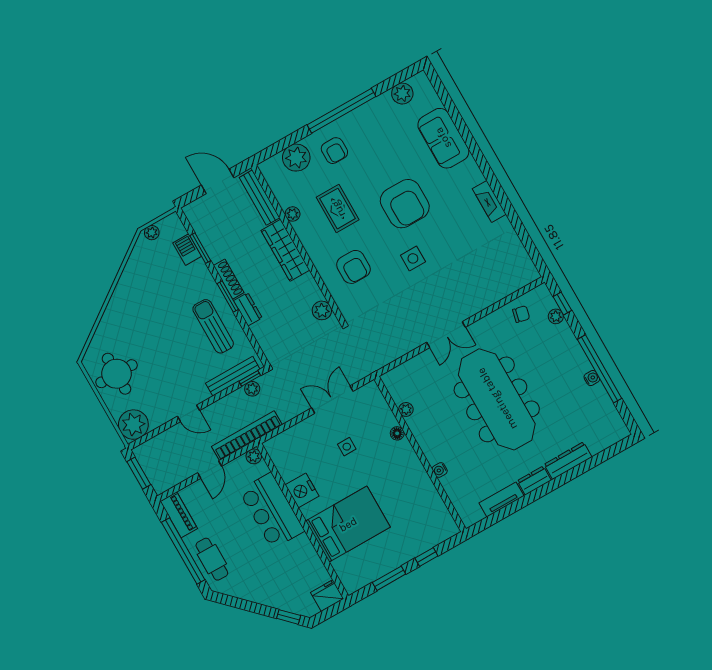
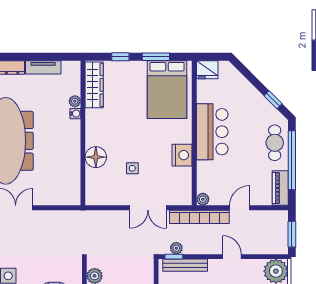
double door: (332, 400) -> (148, 208), moved
plant: (406, 409) -> (75, 101), moved
floor lamp: (397, 433) -> (96, 157), width x1.89, depth x1.89
bar counter: (272, 511) -> (212, 132), moved
wardrobe: (437, 512) -> (94, 85), added
bed: (348, 524) -> (167, 90), moved, turned -90
window: (289, 617) -> (273, 100), moved

